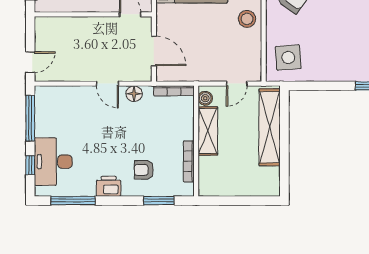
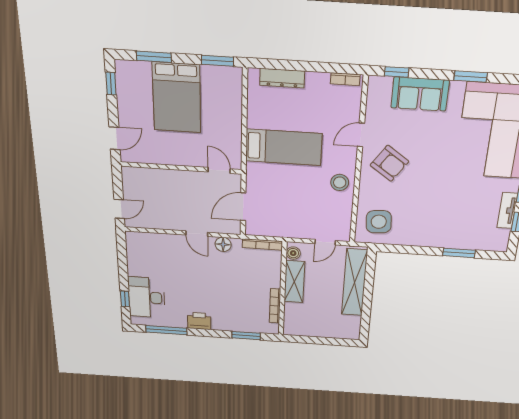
door: (154, 51) -> (243, 207), swing flipped
window: (30, 118) -> (122, 259), removed
armchair: (144, 170) -> (232, 310), removed

